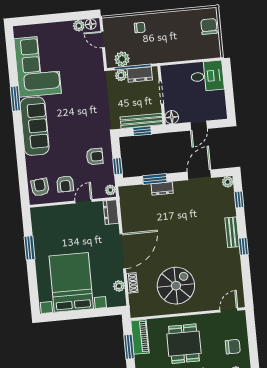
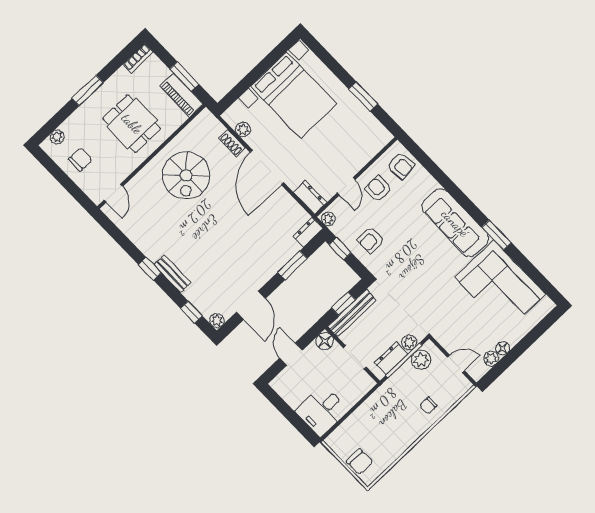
floor lamp: (91, 24) -> (503, 348), moved
dresser: (162, 189) -> (308, 232), moved
chair: (233, 347) -> (80, 159), turned 180

